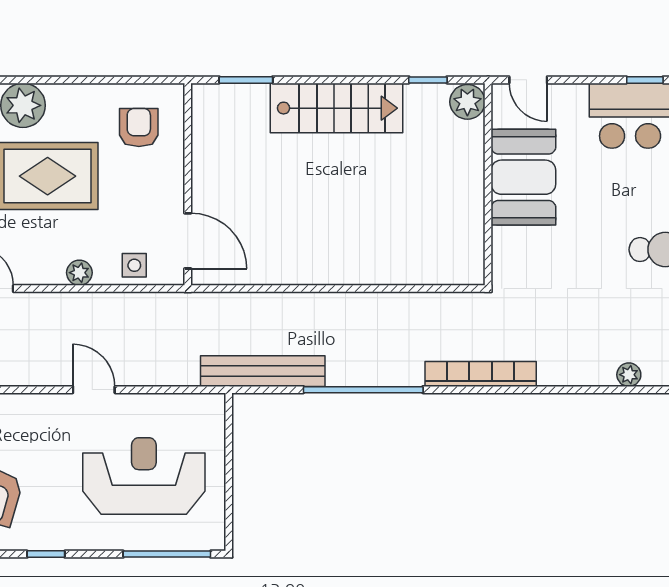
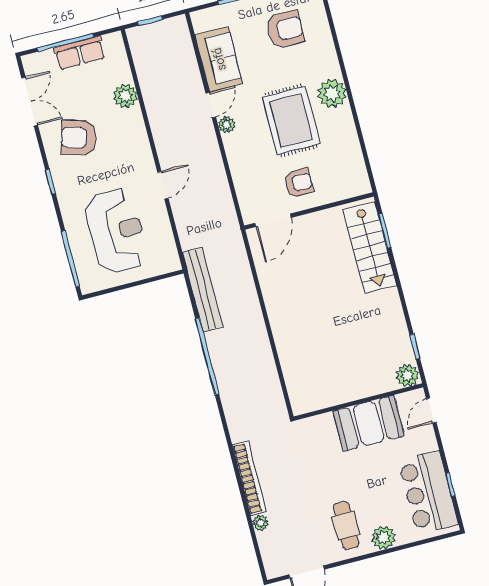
stairs: (336, 108) -> (370, 247), moved
armchair: (139, 128) -> (299, 183), moved
side table: (134, 265) -> (249, 190), removed
plant: (79, 273) -> (227, 125), moved
bookcase: (481, 374) -> (249, 478), moved

